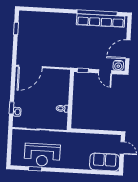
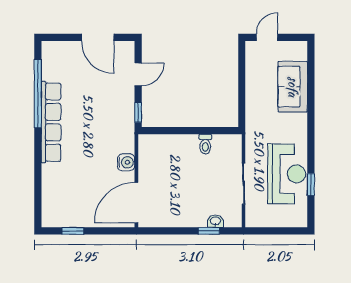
row of seats: (101, 21) -> (51, 122), moved
water cooler: (118, 65) -> (126, 162), moved
door: (30, 66) -> (136, 203), swing flipped
sofa: (105, 162) -> (293, 87), moved

